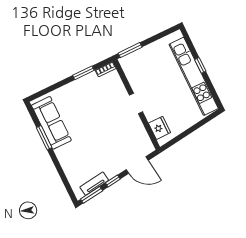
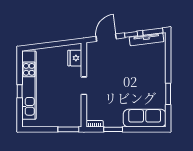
sofa: (51, 123) -> (145, 118), moved, turned 90
door: (137, 165) -> (106, 38), hinge flipped
tv unit: (94, 184) -> (147, 39), width x1.41

